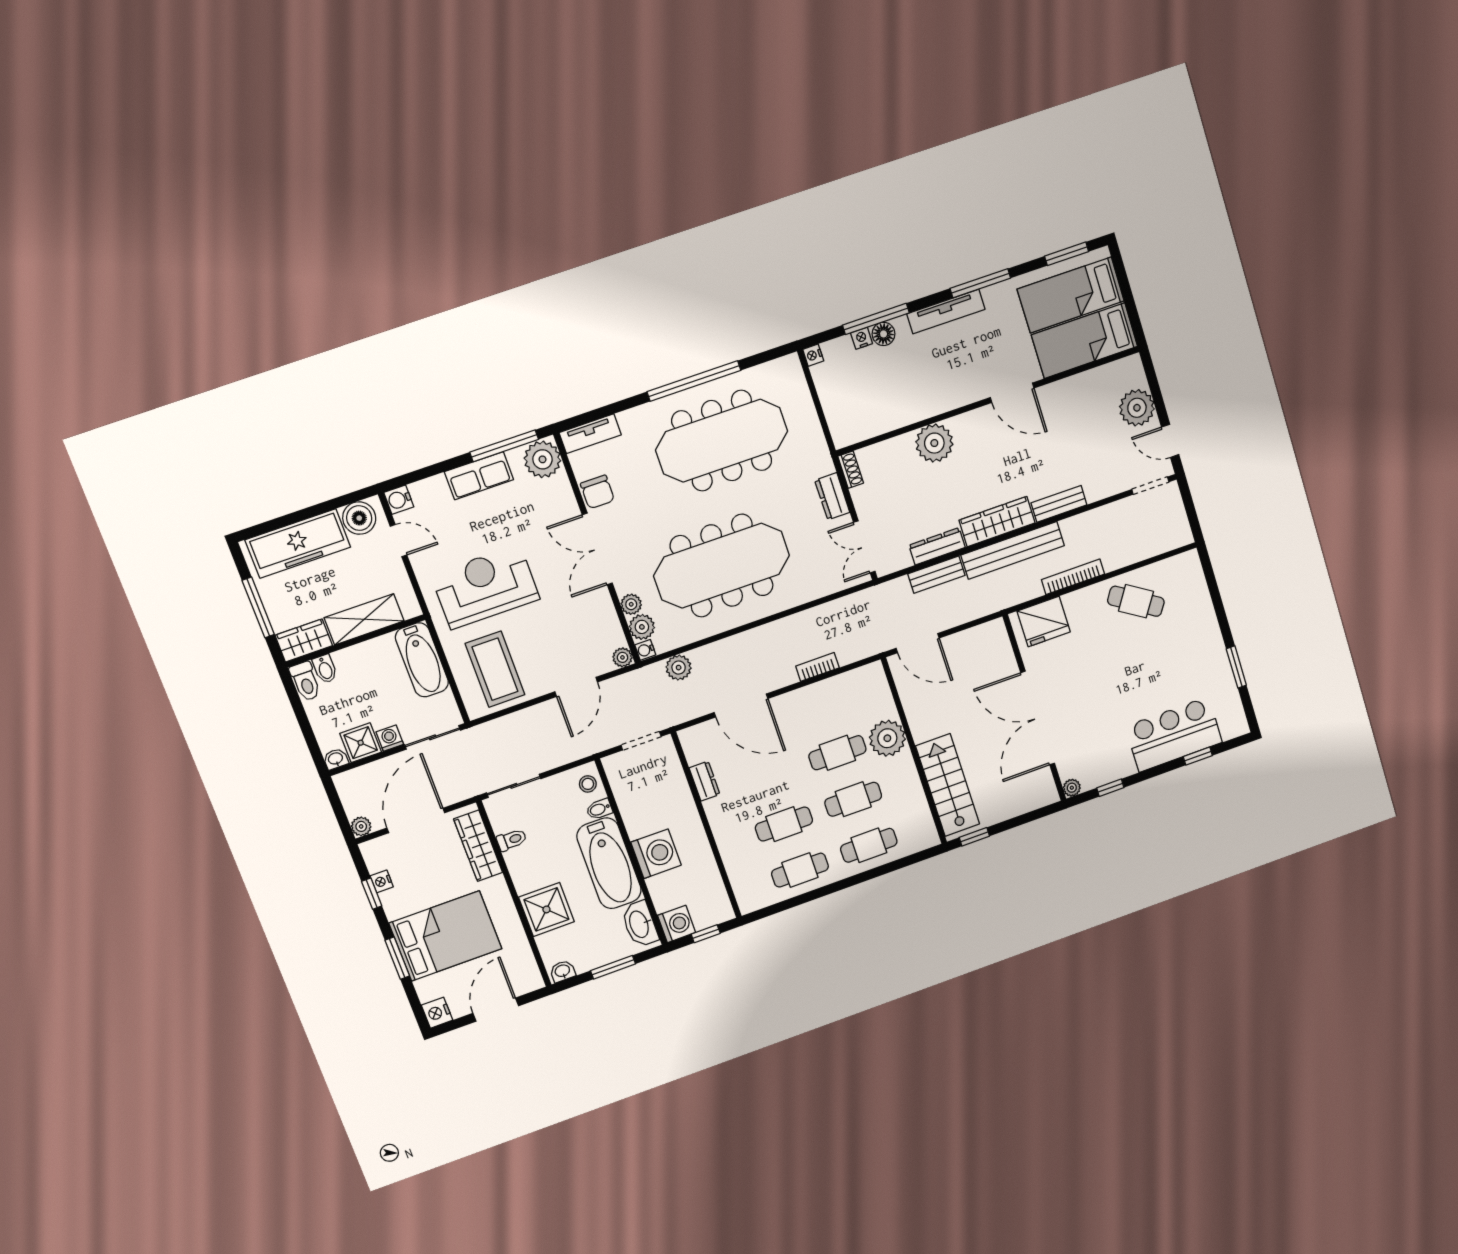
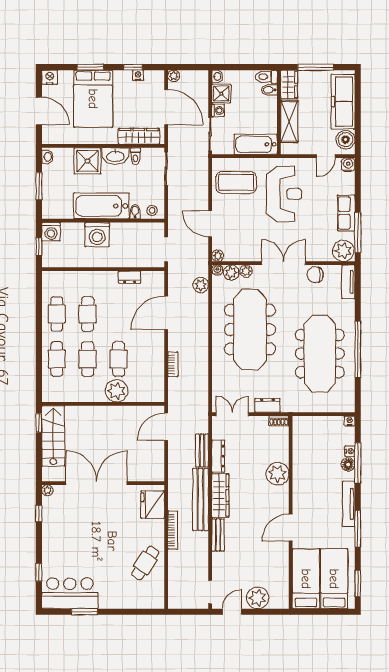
bar counter: (1174, 734) -> (70, 593), moved, turned -90
stairs: (948, 785) -> (53, 436), moved, turned -90
washbasin: (640, 924) -> (115, 156), moved, turned 180

